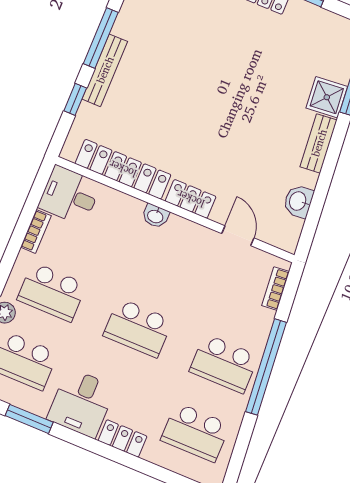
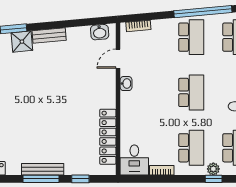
bench: (105, 70) -> (43, 169), moved
locker: (191, 199) -> (109, 93), removed
washbasin: (298, 201) -> (100, 32), moved
washbasin: (155, 216) -> (126, 84), moved
window: (266, 367) -> (203, 12), moved

